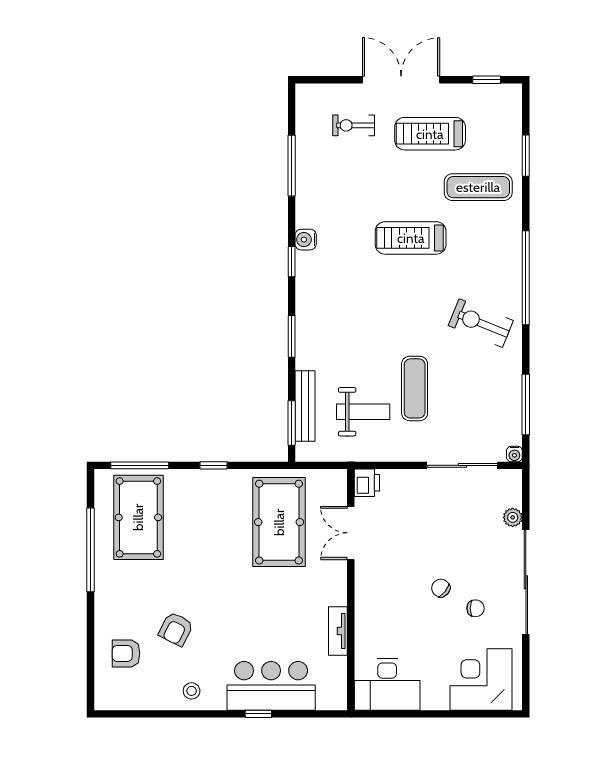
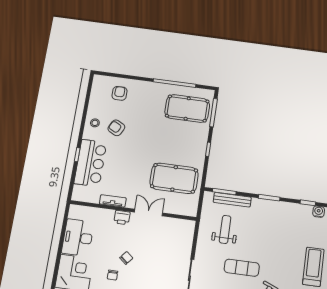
exercise mat: (415, 388) -> (242, 268), moved
weight bench: (363, 412) -> (225, 229), turned 180
printer: (367, 483) -> (122, 217), moved
double door: (351, 533) -> (148, 213), moved
armchair: (176, 629) -> (116, 128), moved
desk: (387, 684) -> (78, 238), moved

